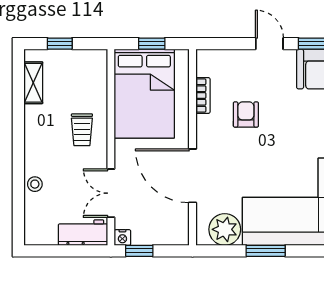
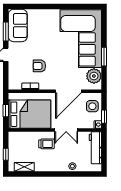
double door: (111, 193) -> (66, 130), moved
side table: (161, 226) -> (92, 106), added
workbench: (83, 233) -> (95, 148), width x1.38

